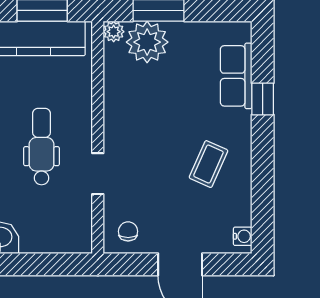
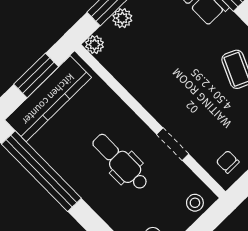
plant: (147, 42) -> (122, 18), width x0.53, depth x0.53
stool: (69, 238) -> (195, 203), added

